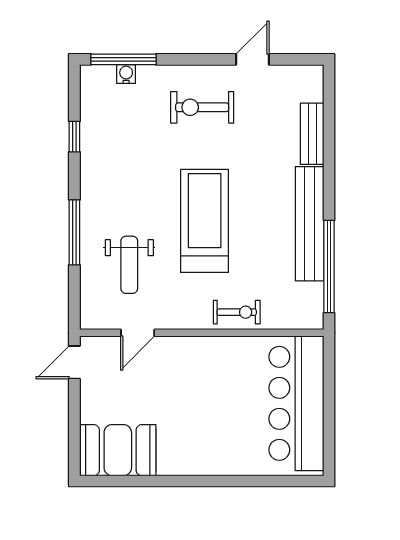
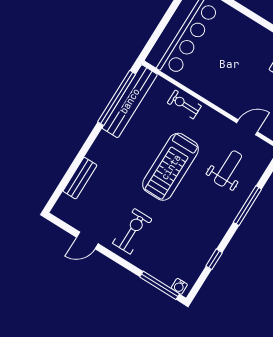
water cooler: (126, 74) -> (179, 286), moved
exercise bike: (202, 107) -> (132, 231), turned -90
bench: (310, 224) -> (130, 101), moved

